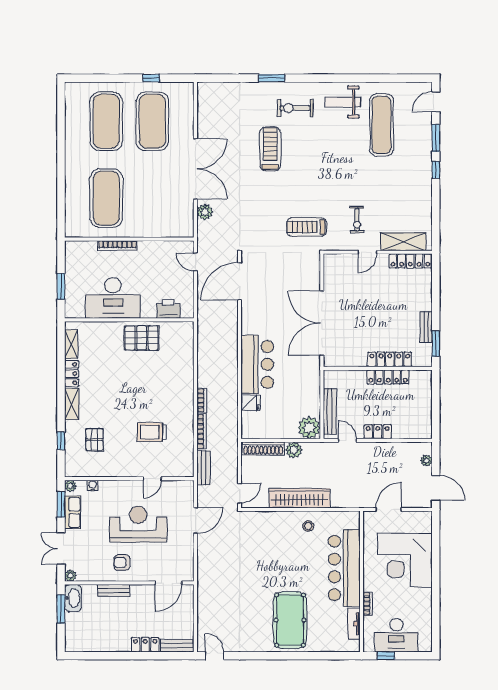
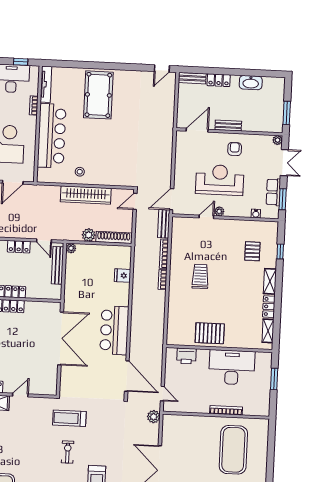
plant: (205, 212) -> (154, 417), moved
exercise bike: (357, 220) -> (68, 452), moved
treadmill: (307, 227) -> (69, 418), turned 180
door: (240, 281) -> (127, 376), hinge flipped
bar counter: (257, 364) -> (114, 330), moved
plant: (309, 428) -> (71, 248), width x0.53, depth x0.53
trolley: (152, 432) -> (200, 276), moved, turned -90
plant: (70, 486) -> (219, 211), moved
door: (195, 520) -> (172, 199), moved
reception desk: (138, 524) -> (220, 180), turned 180
armchair: (122, 562) -> (235, 149), turned -90
bench: (113, 590) -> (228, 126), moved
washbasin: (73, 598) -> (251, 83), moved, turned -90
tv unit: (354, 624) -> (46, 84), width x1.41
door: (215, 656) -> (162, 68), hinge flipped

